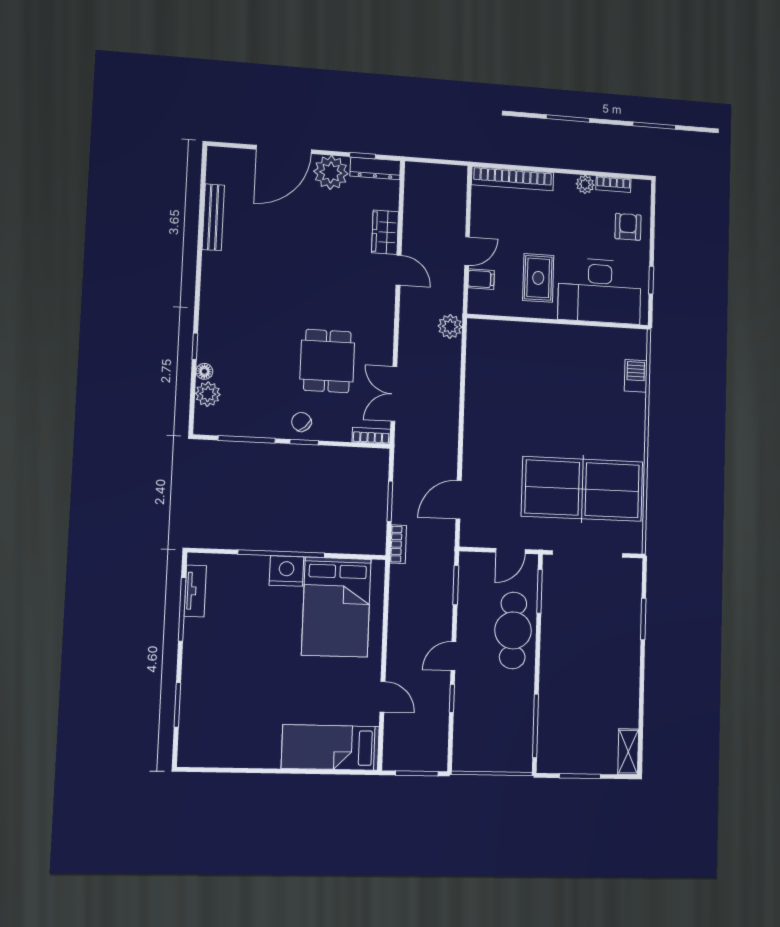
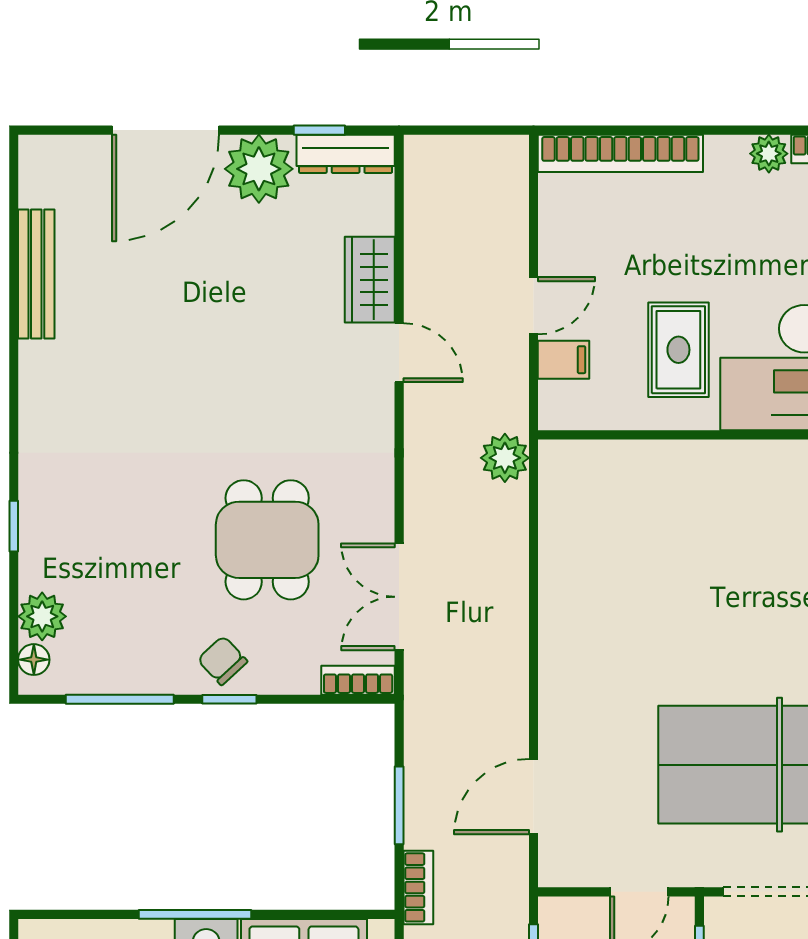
floor lamp: (204, 371) -> (34, 660), moved
window: (281, 554) -> (195, 914), width x0.68

